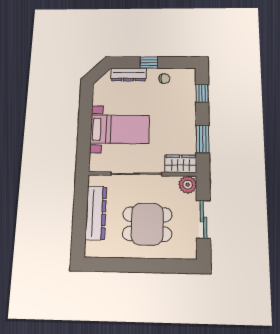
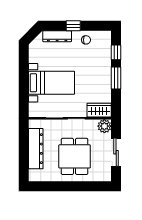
window: (203, 139) -> (116, 78), moved
dining table: (147, 224) -> (75, 156), turned 90

